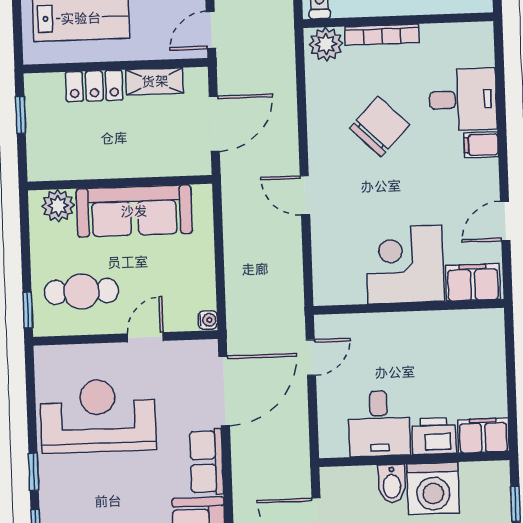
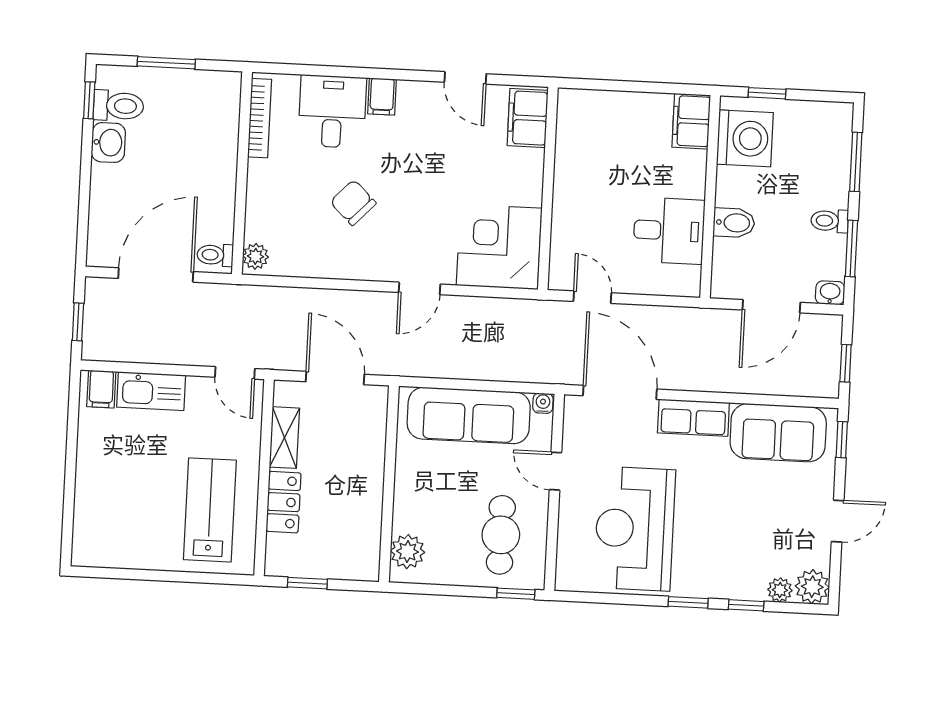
bookcase: (382, 35) -> (260, 118), moved
plant: (326, 44) -> (256, 256), width x0.73, depth x0.73
chair: (380, 126) -> (353, 203), width x0.73, depth x0.73
sofa: (134, 211) -> (469, 415), moved, turned 90
corner desk: (405, 265) -> (499, 247), moved, turned 90
printer: (434, 436) -> (687, 174), removed
washing machine: (433, 488) -> (745, 138), moved

